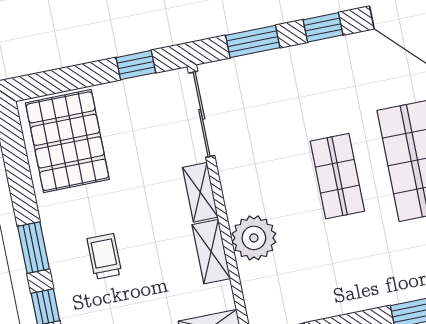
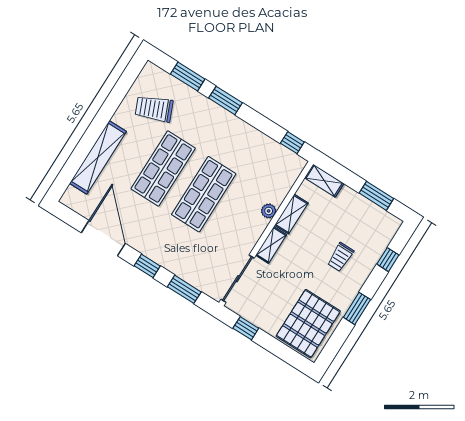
shop shelf: (337, 176) -> (204, 194), width x1.43, depth x1.36
plant: (254, 238) -> (269, 211), width x0.53, depth x0.53
window: (33, 248) -> (357, 308), moved

